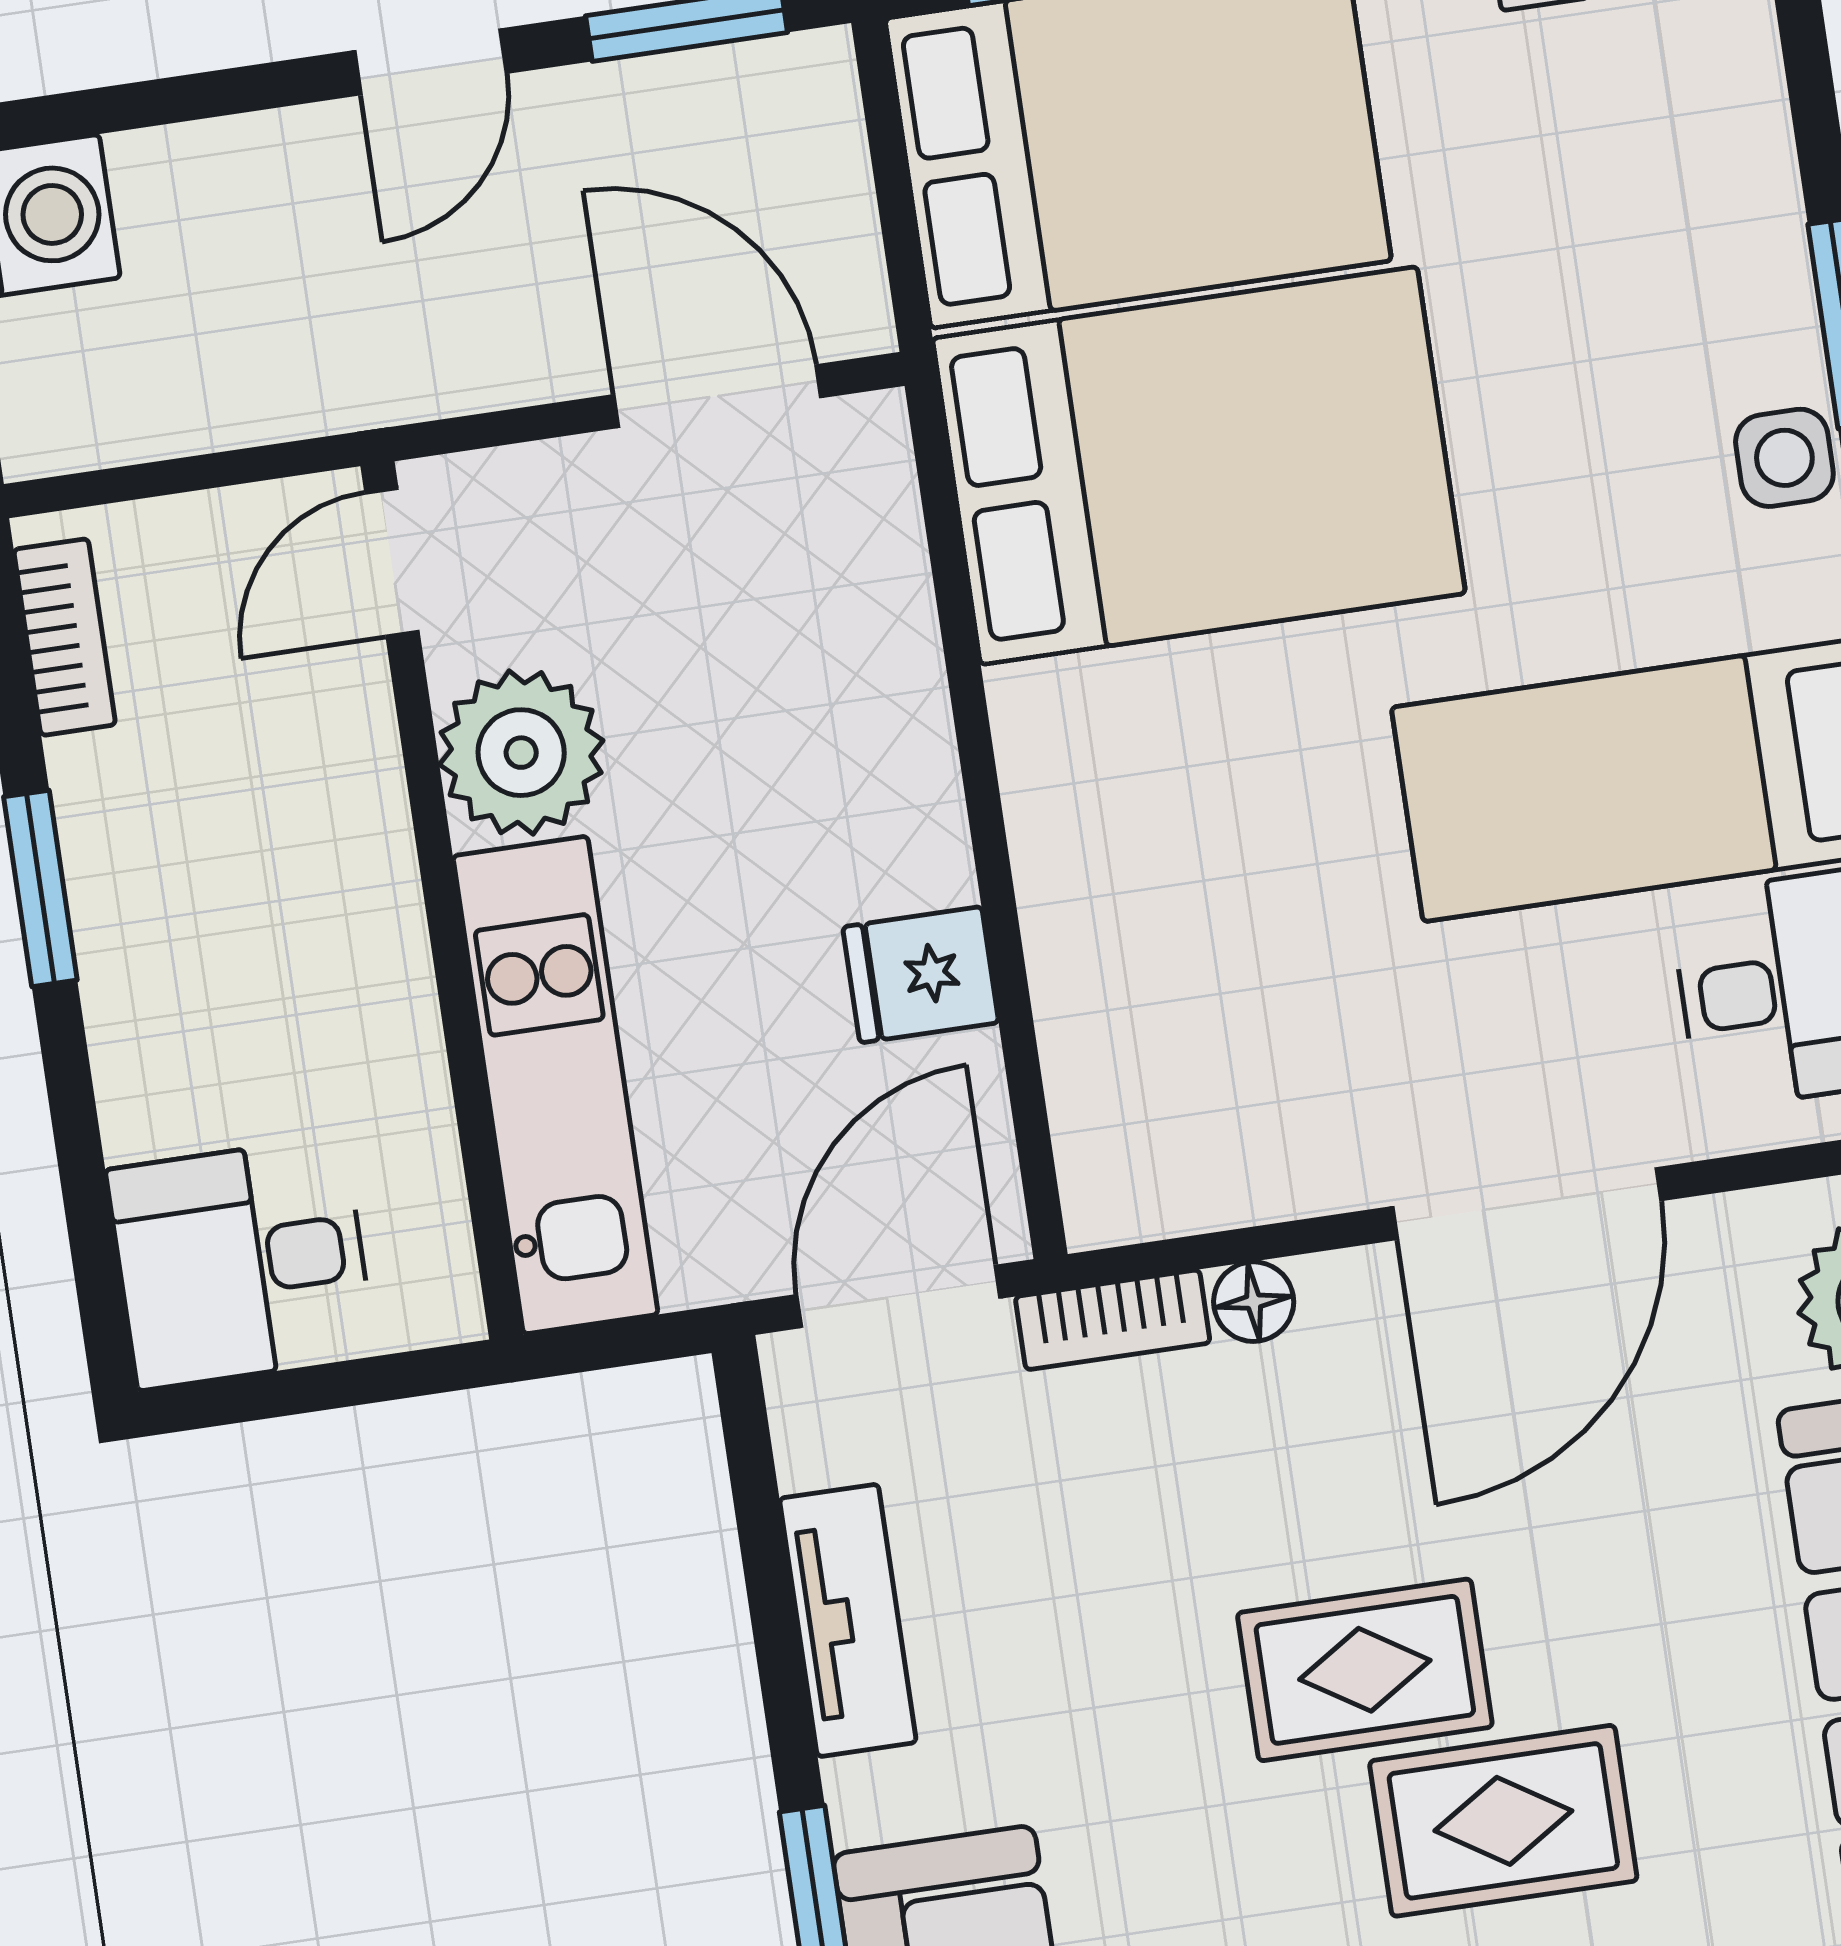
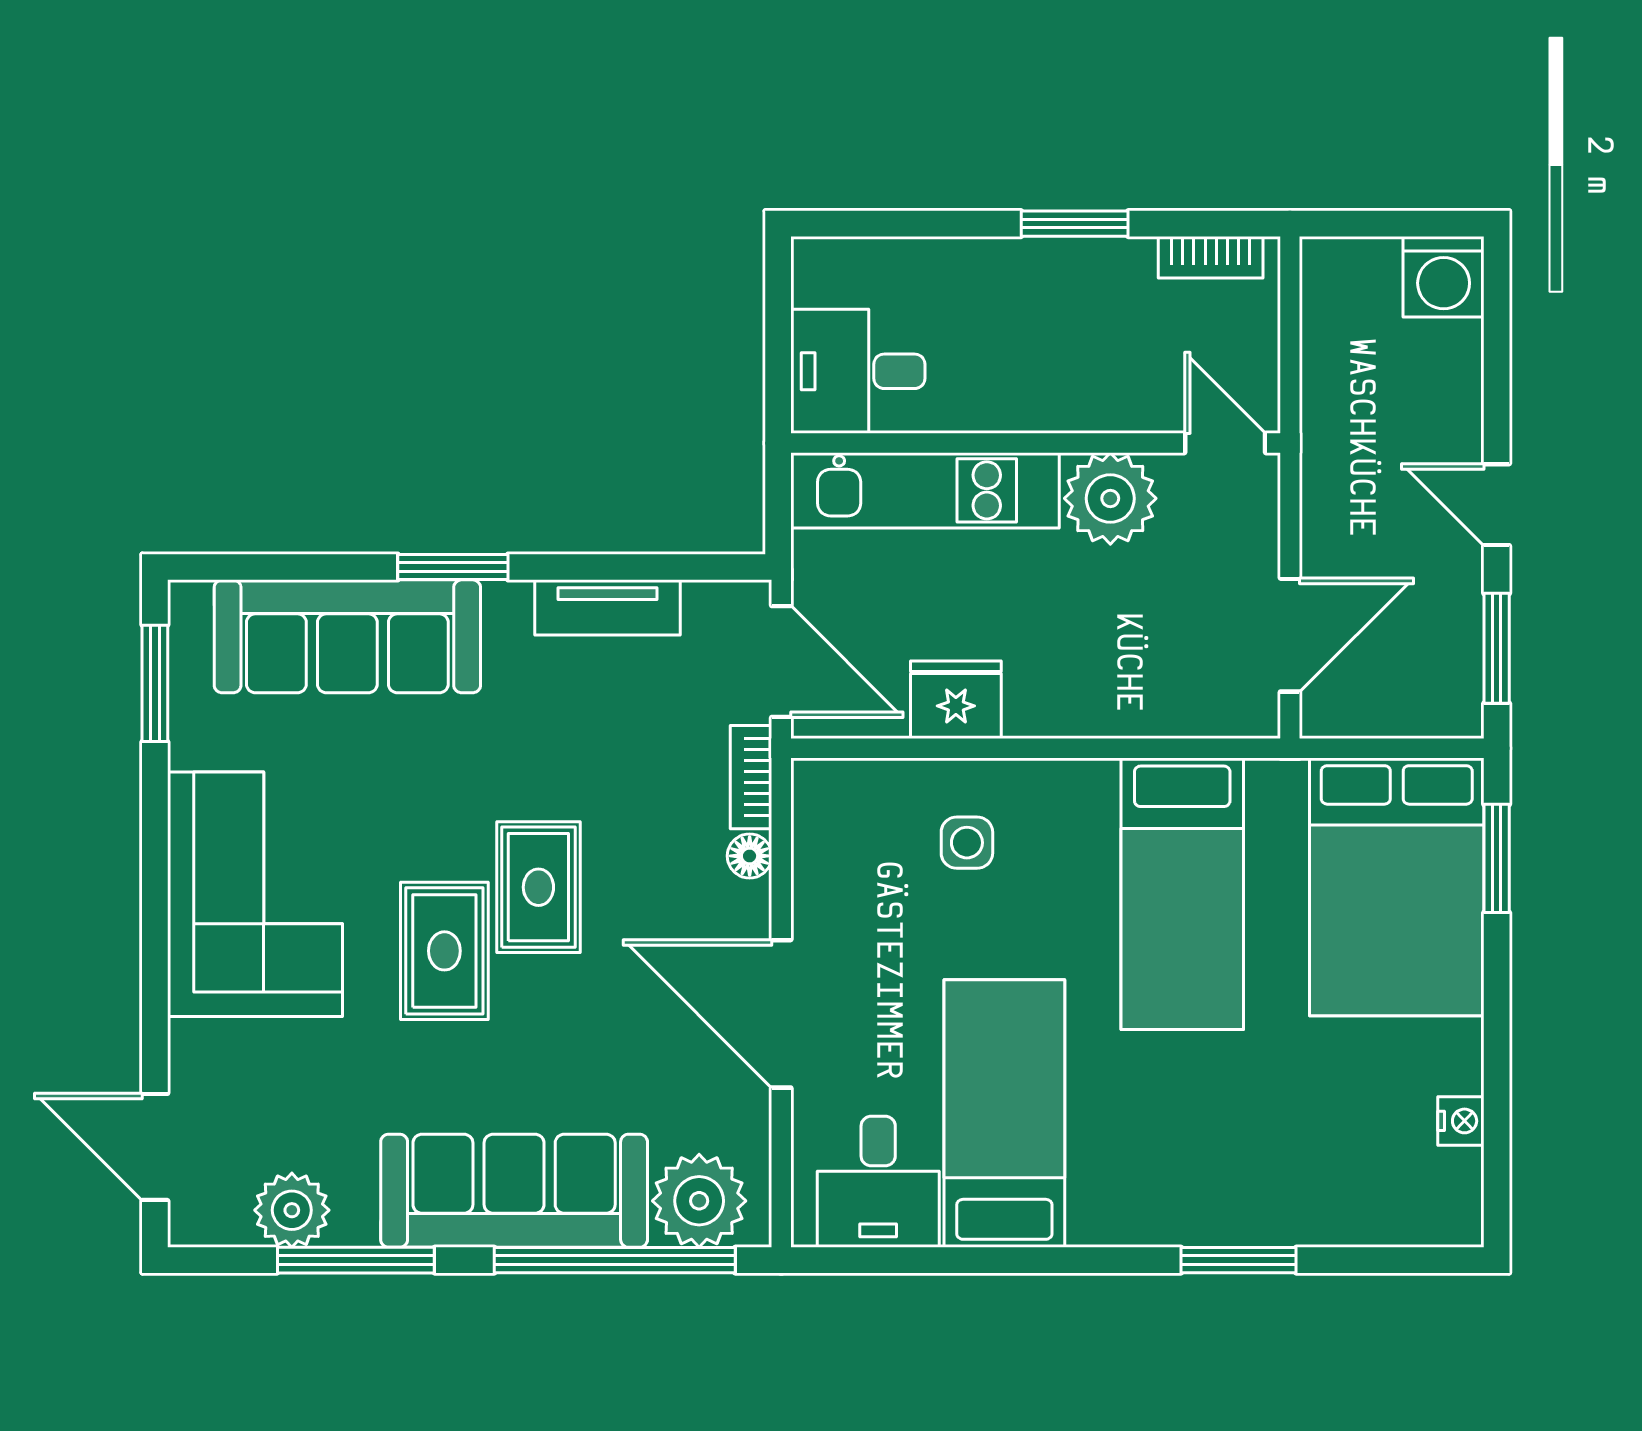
side table: (1784, 458) -> (967, 843), moved
bed: (1199, 466) -> (1182, 894), width x0.67
fridge: (921, 975) -> (956, 700), width x1.38
desk: (241, 1263) -> (858, 371), moved, turned -90

